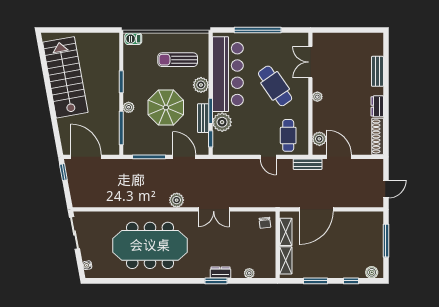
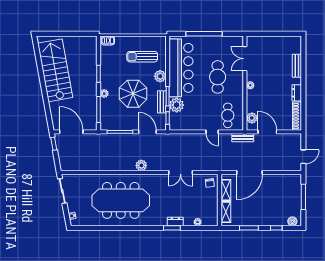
cafe table: (275, 86) -> (218, 77), turned 35
double door: (214, 209) -> (181, 173), moved

